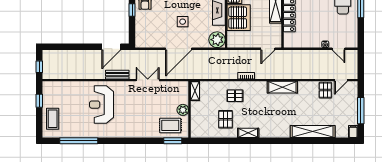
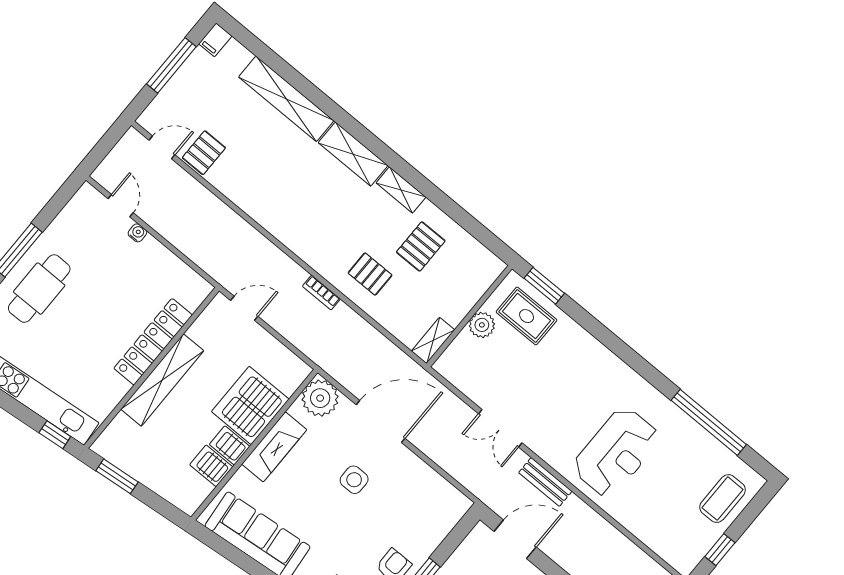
door: (179, 49) -> (381, 421), moved
shelving: (282, 87) -> (353, 154), moved

